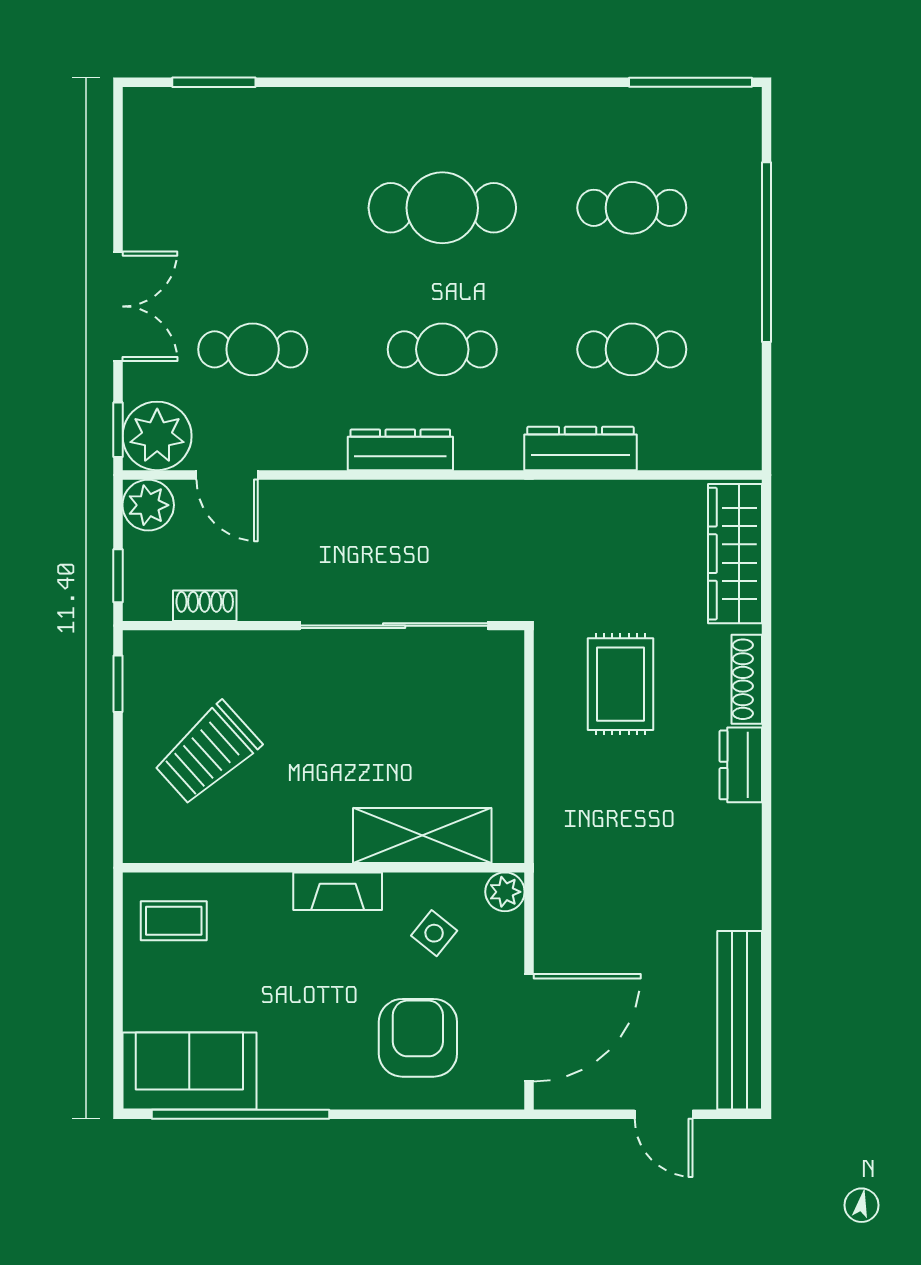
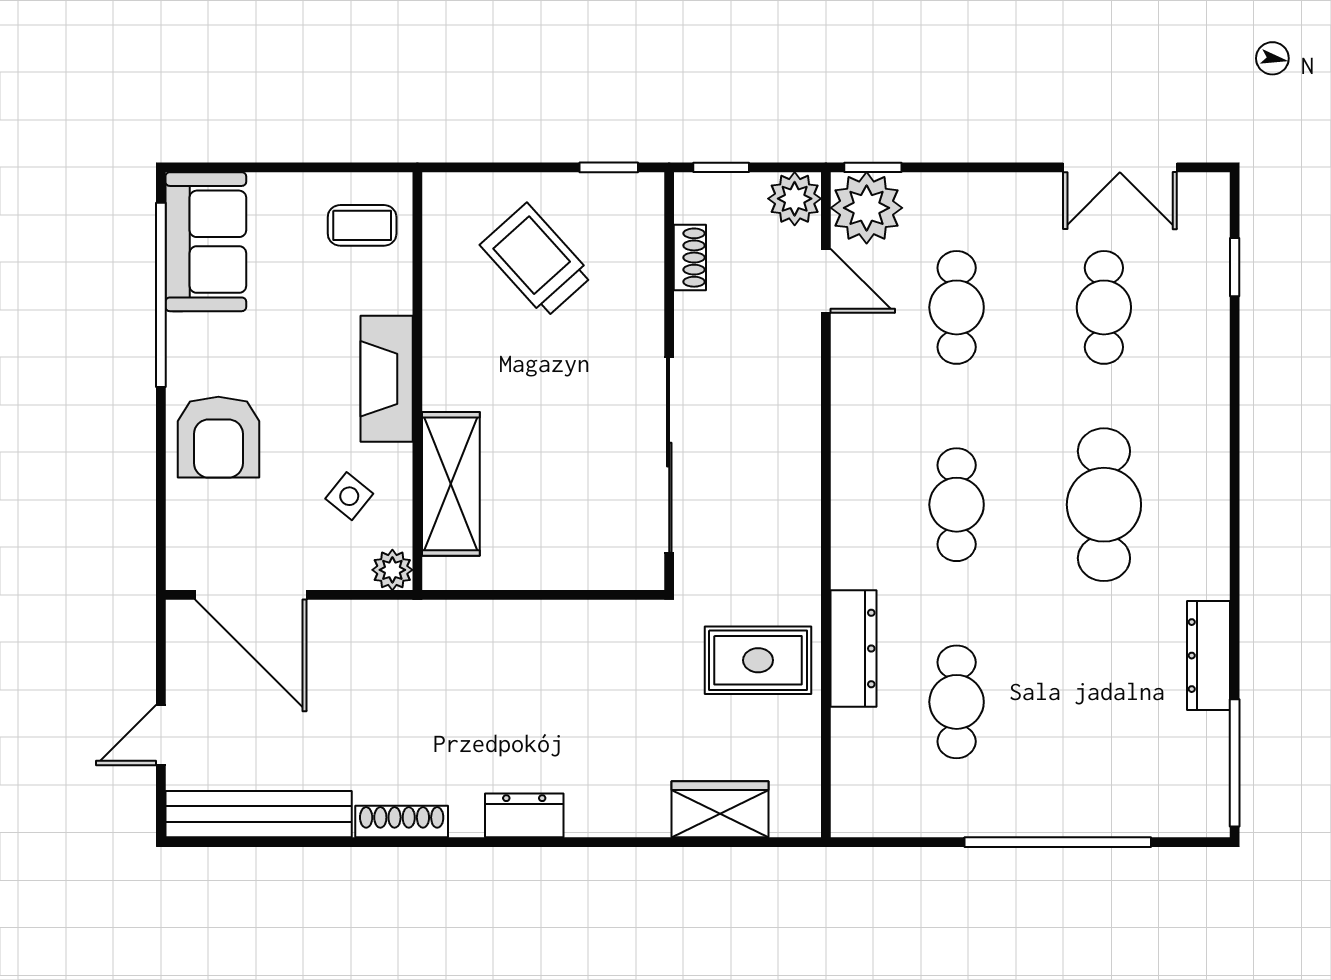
window: (214, 82) -> (1235, 267), width x0.67
cafe table: (632, 208) -> (1104, 307), moved
double door: (118, 306) -> (1120, 167), moved
dresser: (400, 450) -> (1208, 656), moved, turned 180
door: (227, 475) -> (826, 281), swing flipped
wardrobe: (735, 554) -> (720, 809), width x0.67
shoe rack: (747, 679) -> (402, 821), moved
rug: (620, 684) -> (758, 660), moved
fireplace: (338, 891) -> (387, 379), width x1.37, depth x1.32
coffee table: (174, 921) -> (362, 225), turned 90
armchair: (418, 1038) -> (218, 437), moved, turned 90

